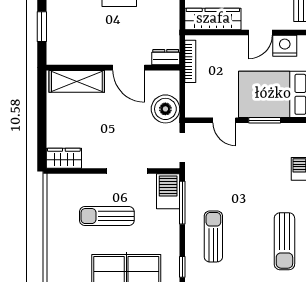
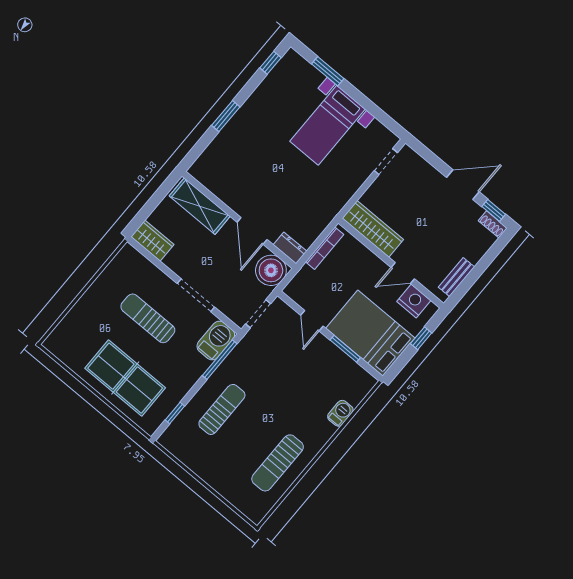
dresser: (166, 57) -> (290, 248), moved
wall: (113, 68) -> (239, 220), moved
door: (129, 68) -> (252, 231), moved
shelving: (77, 81) -> (200, 206), moved

